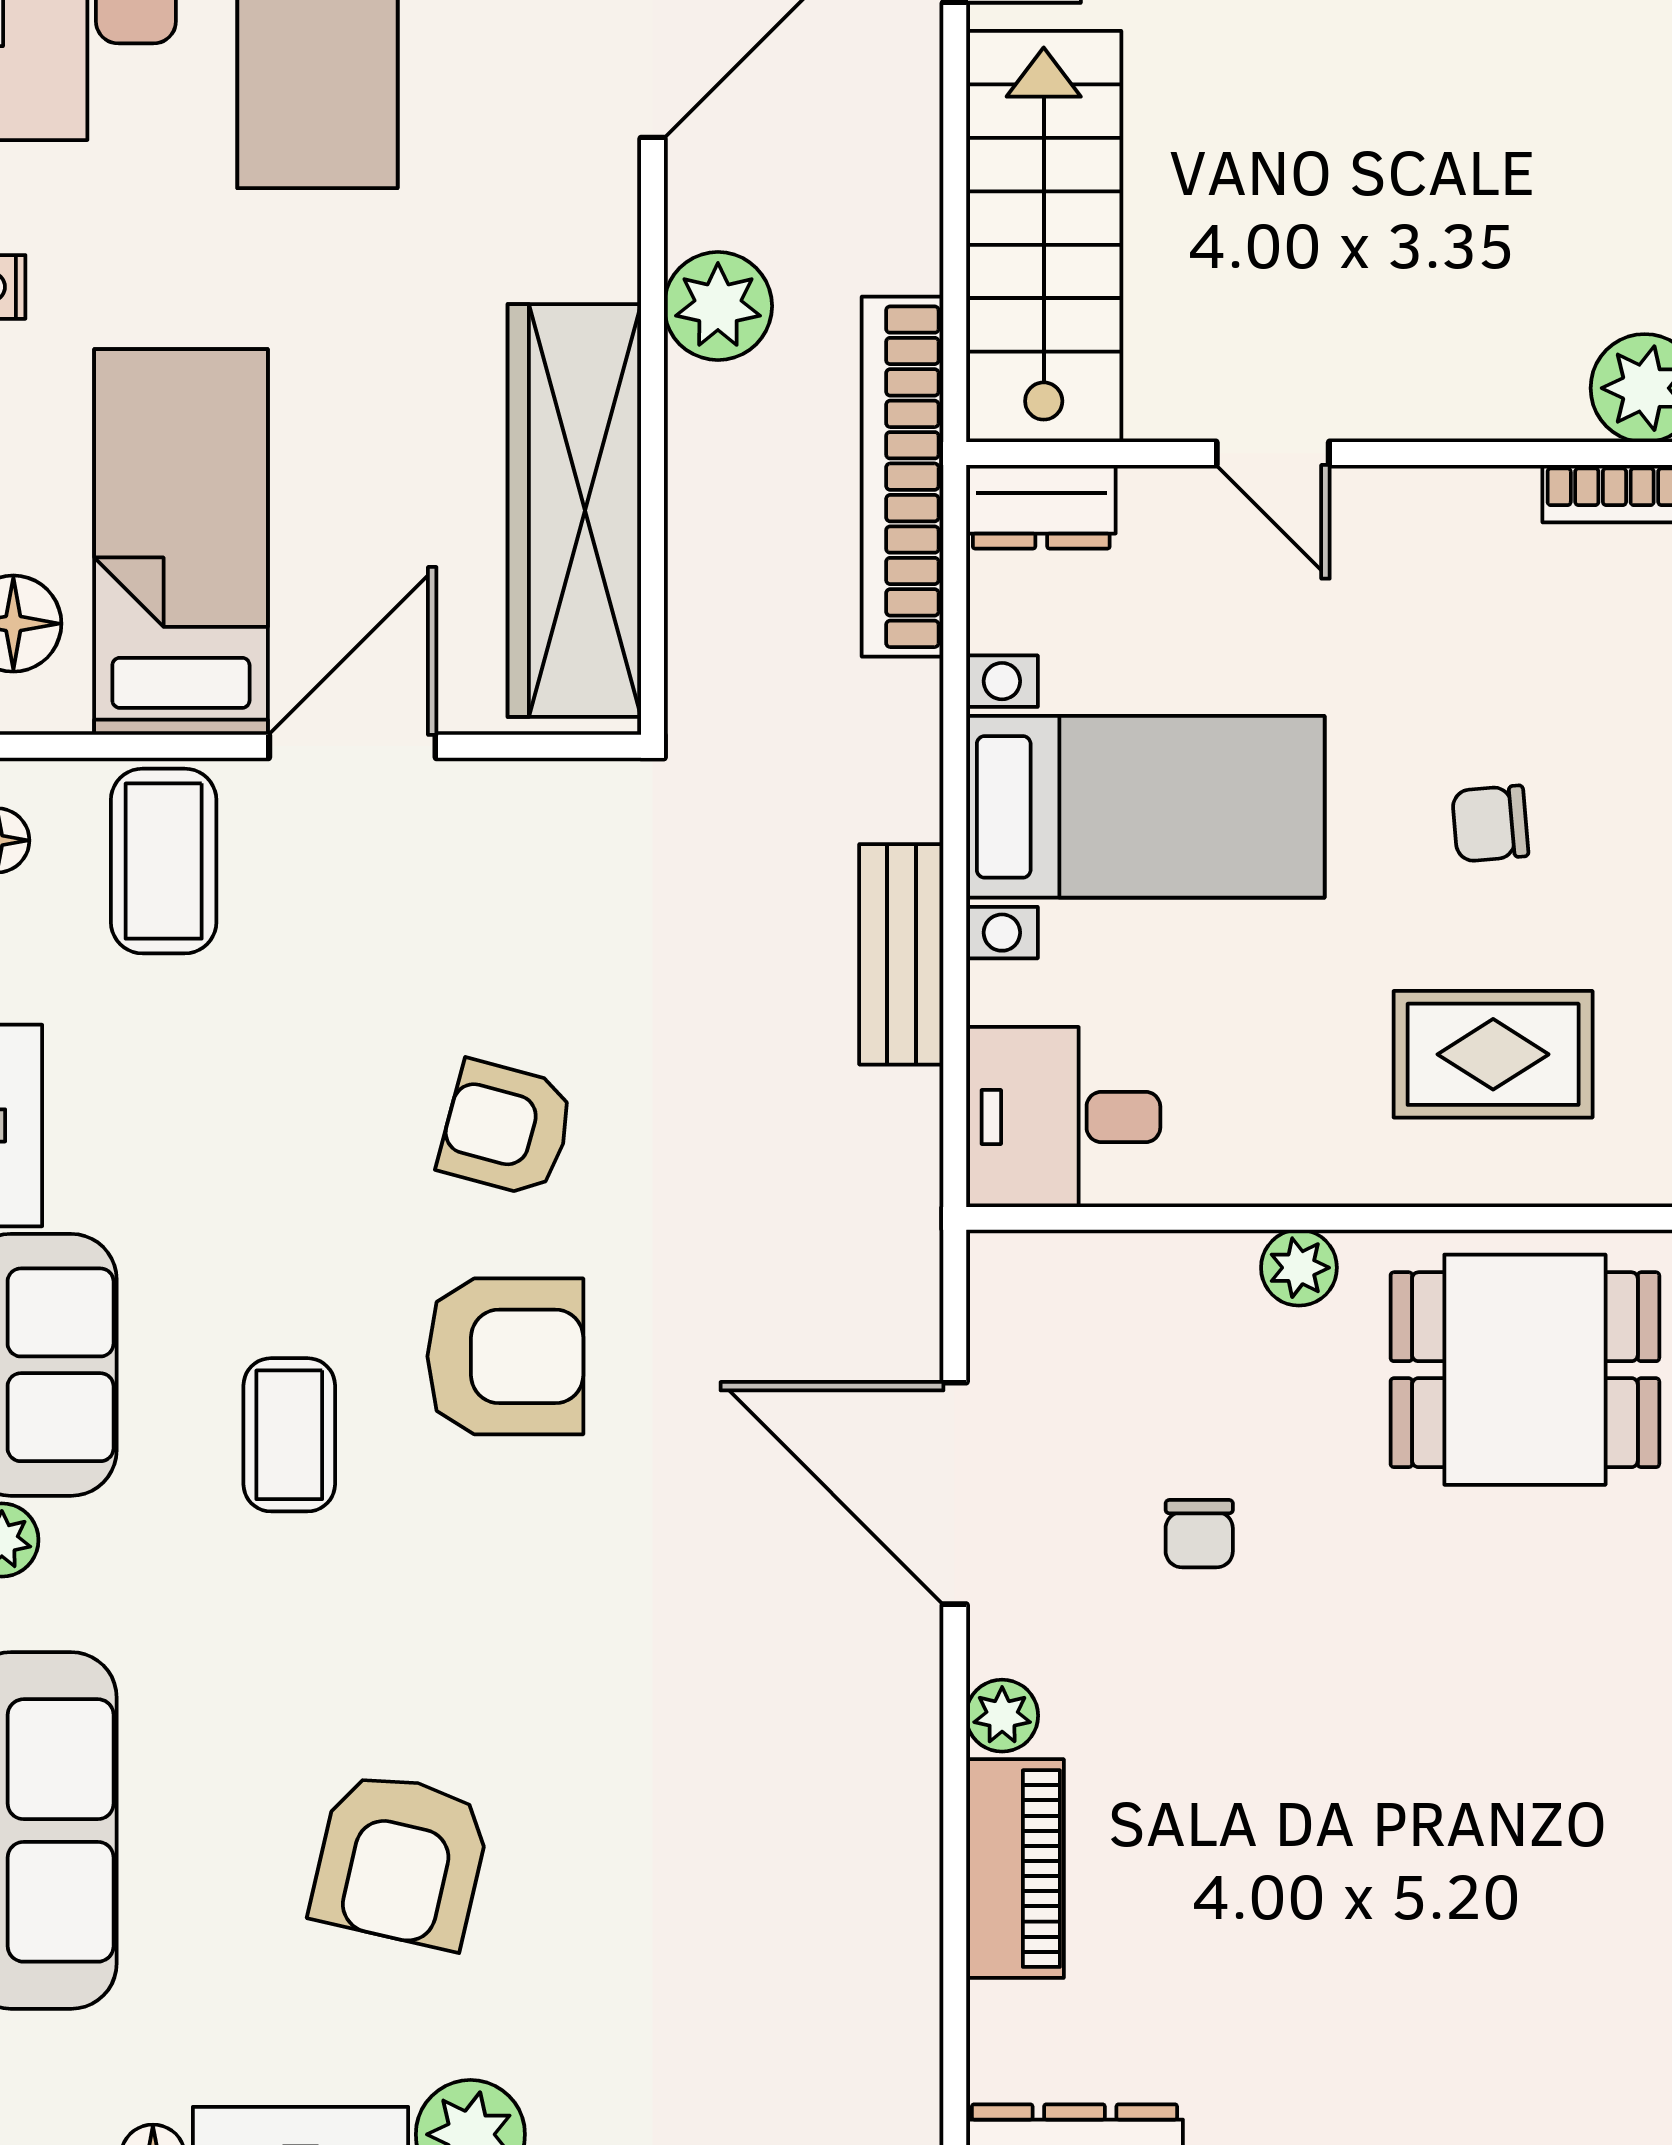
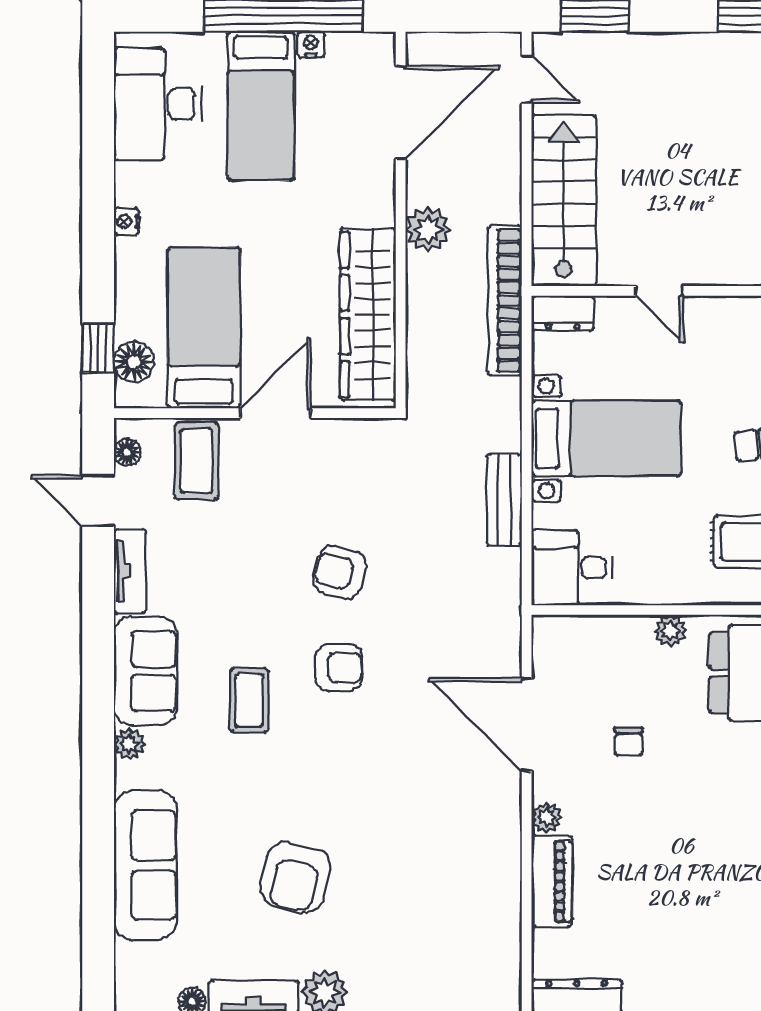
armchair: (505, 1356) -> (339, 668), width x0.72, depth x0.72

